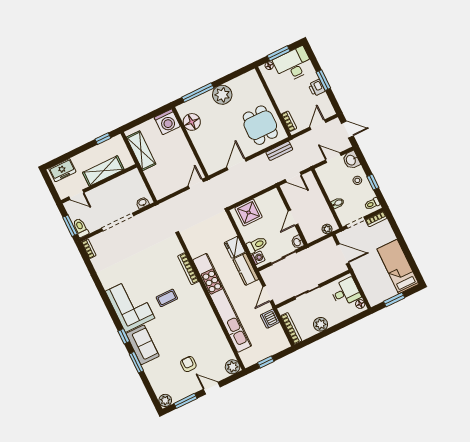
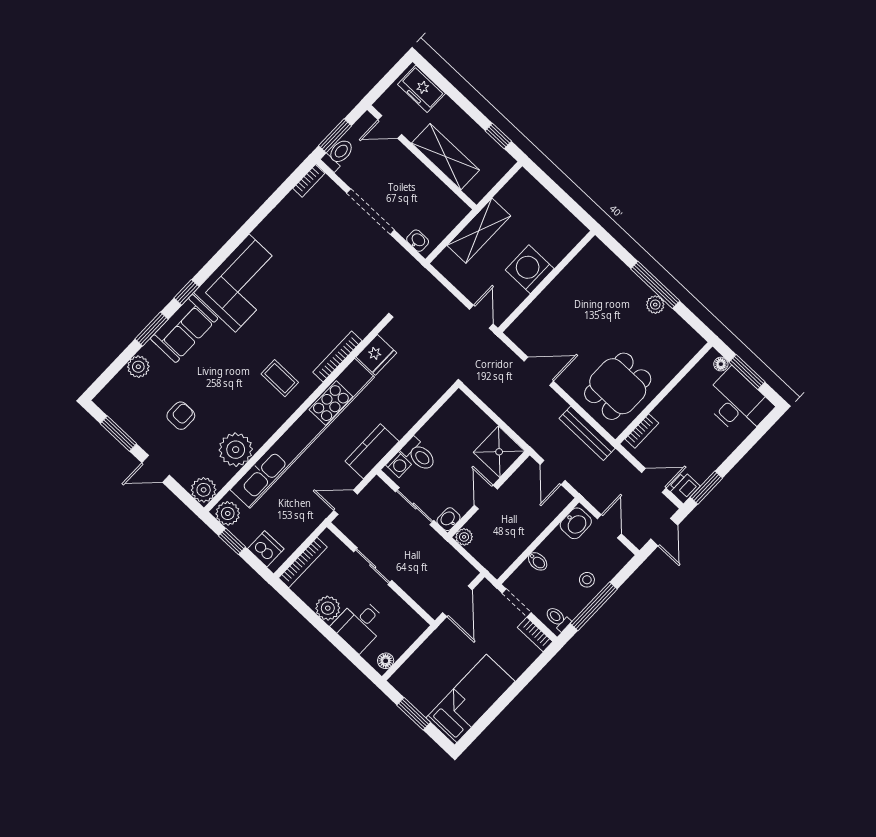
window: (323, 80) -> (706, 488), moved
printer: (317, 88) -> (684, 487), moved
window: (198, 93) -> (655, 285), moved
plant: (222, 95) -> (655, 305), width x0.53, depth x0.53
washing machine: (167, 122) -> (530, 269), moved, turned 90
floor lamp: (192, 122) -> (581, 272), removed
shelving: (141, 151) -> (479, 231), moved
bench: (279, 151) -> (587, 433), width x1.36
washbasin: (351, 160) -> (576, 523), moved, turned 180
window: (373, 182) -> (594, 606), width x2.17
door: (196, 184) -> (481, 317), hinge flipped
door: (76, 195) -> (390, 127), hinge flipped
shower: (249, 213) -> (499, 452), moved
door: (293, 218) -> (486, 497), hinge flipped
plant: (327, 229) -> (464, 537), moved
fridge: (235, 247) -> (376, 355), moved, turned 180
desk: (345, 292) -> (359, 625), moved, turned 90
coffee table: (167, 298) -> (280, 378), moved
dishwasher: (270, 319) -> (266, 549), moved, turned 90
plant: (218, 342) -> (236, 450), added
plant: (250, 359) -> (228, 513), added
door: (212, 388) -> (156, 469), swing flipped
plant: (165, 400) -> (138, 367), moved

